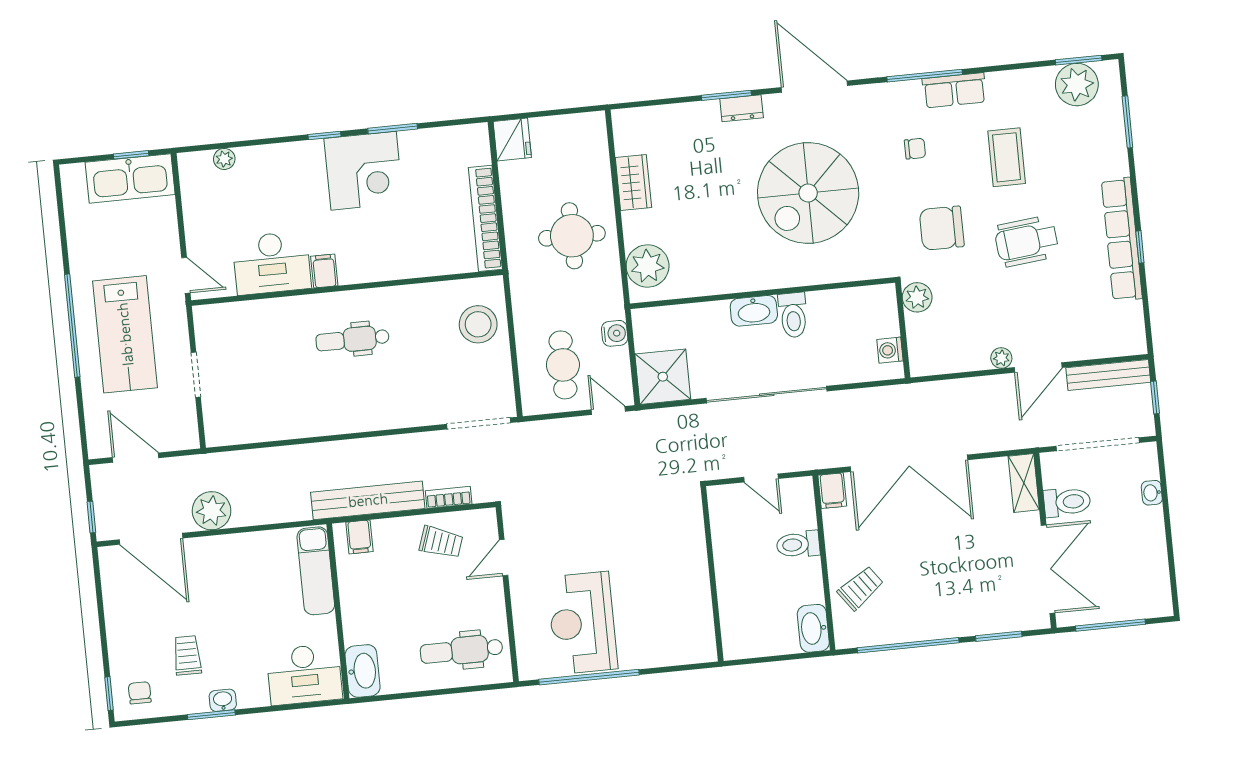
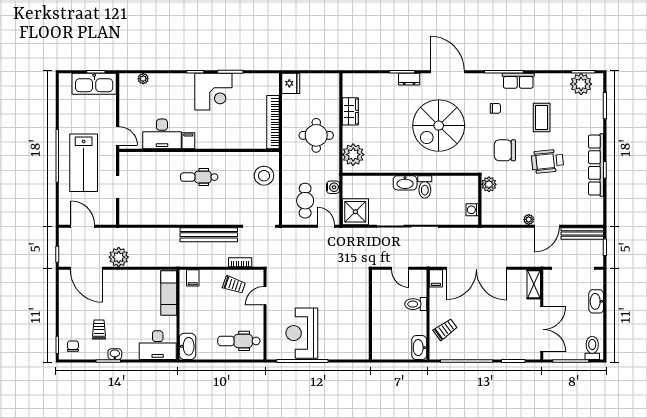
washbasin: (1152, 493) -> (596, 301), width x1.91, depth x1.45
bench: (368, 500) -> (209, 235), moved
toilet: (1067, 502) -> (592, 348), moved, turned -90

